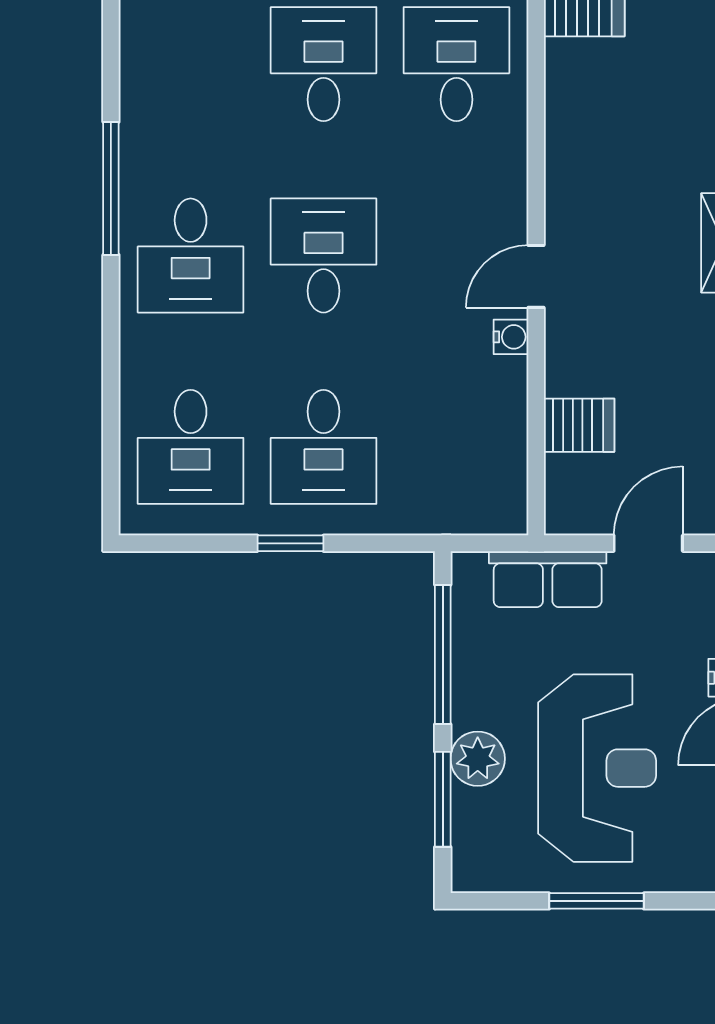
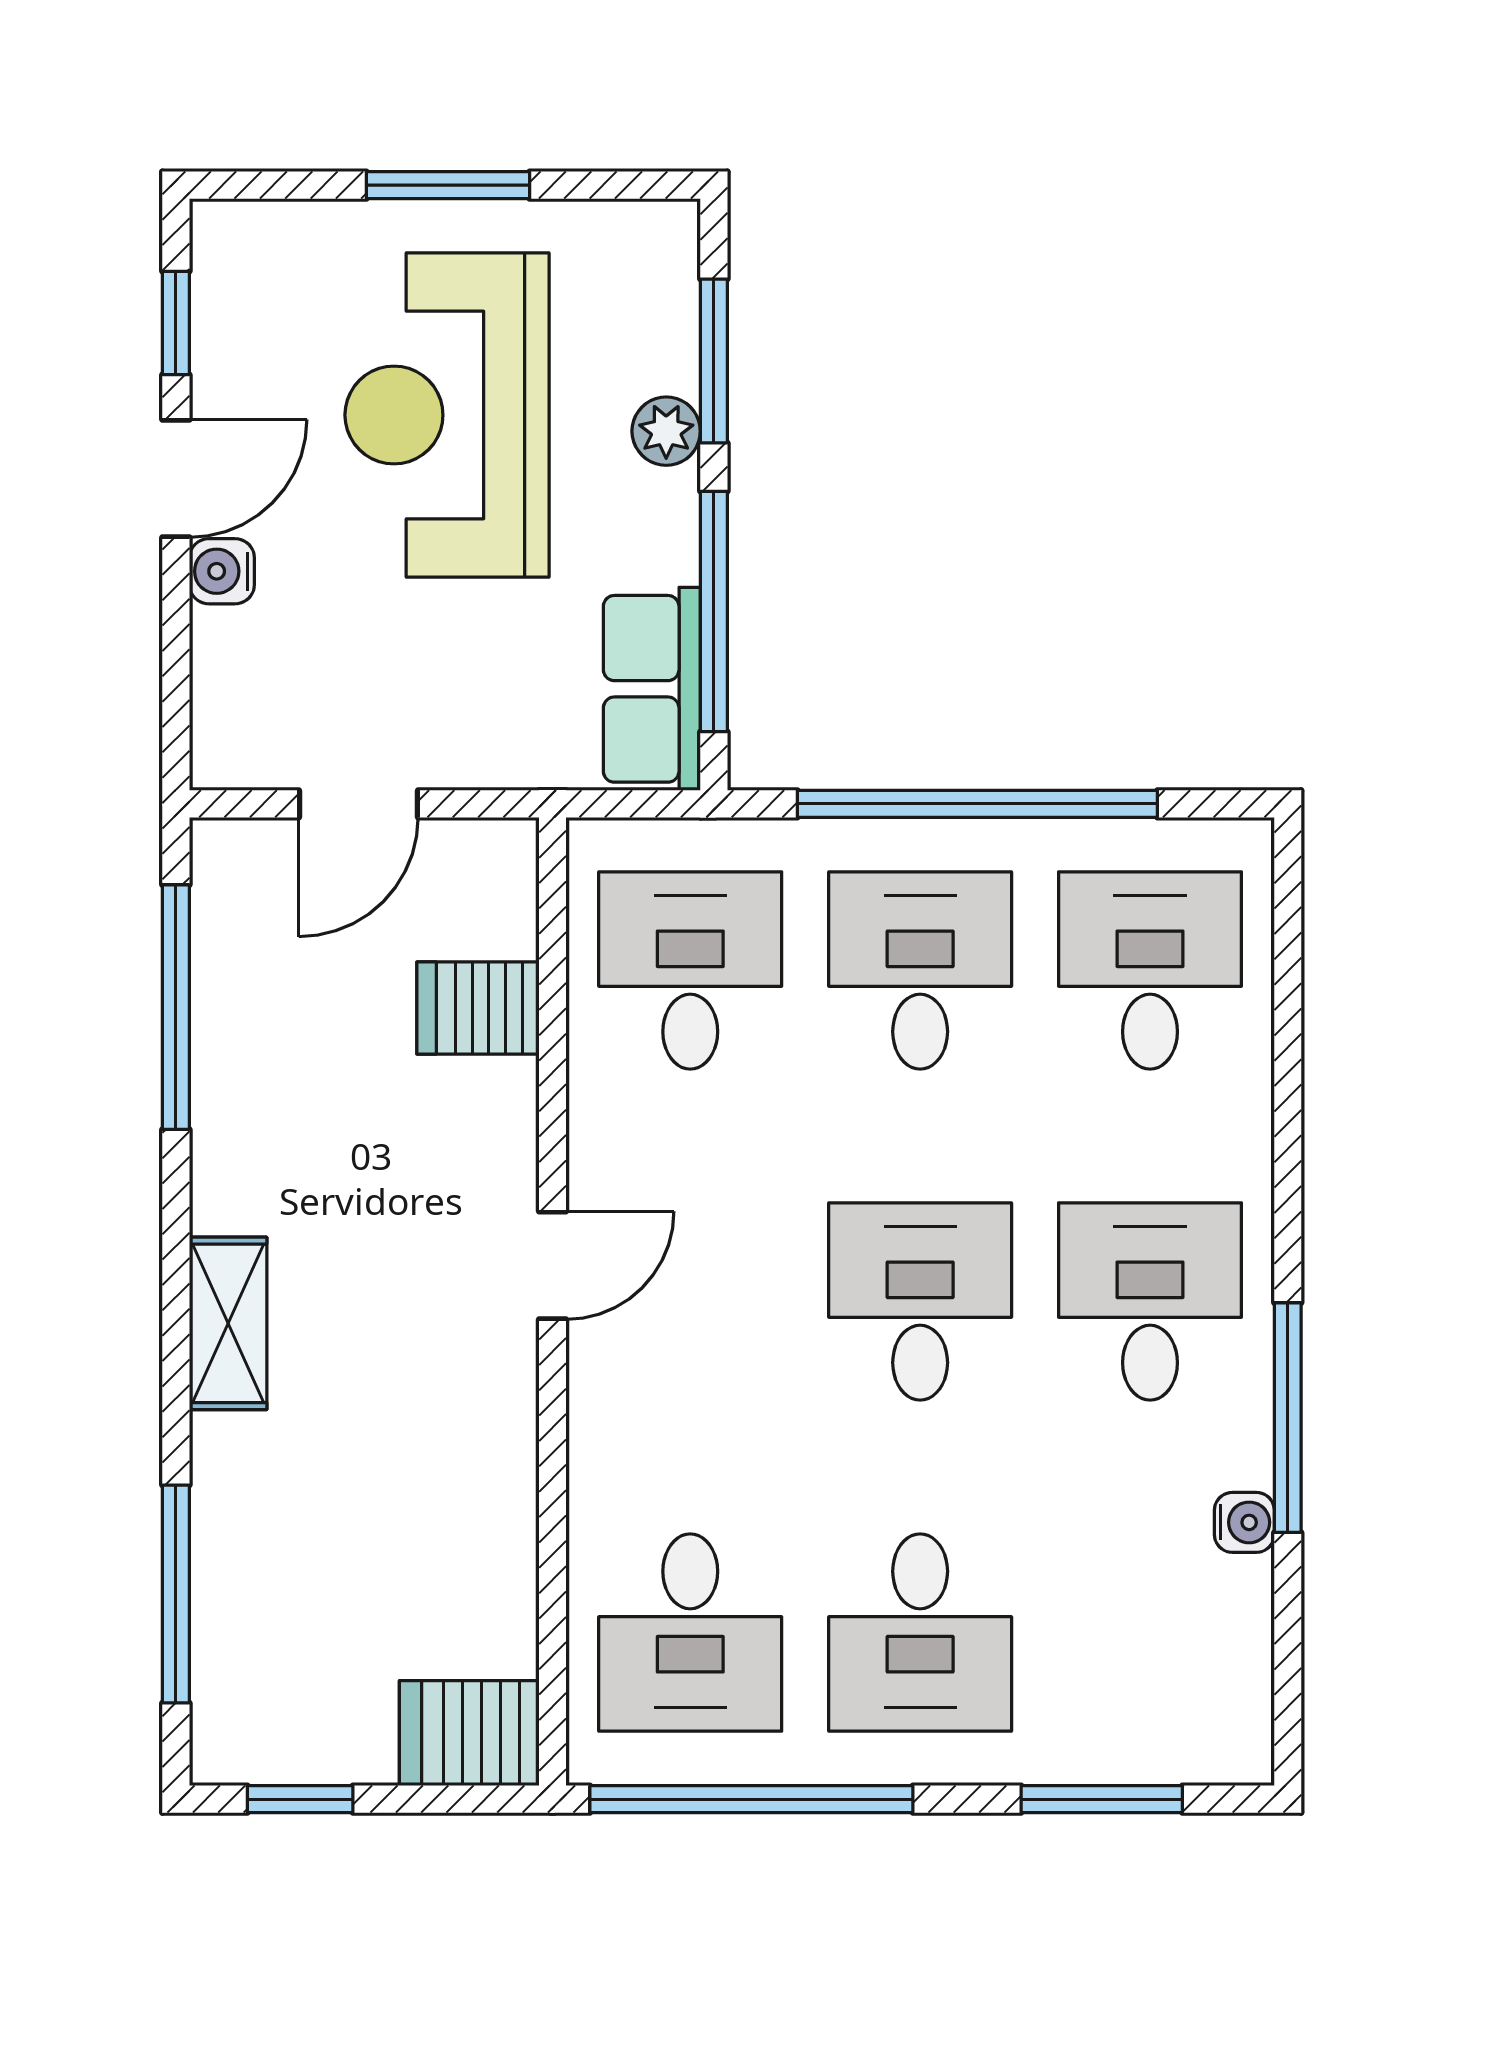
desk: (324, 256) -> (920, 1302), turned 180
water cooler: (511, 337) -> (1244, 1522), moved, turned 180
desk: (456, 447) -> (690, 970), added
window: (290, 543) -> (977, 804), width x3.17
row of seats: (548, 579) -> (652, 689), moved, turned -90
plant: (478, 759) -> (666, 431), width x0.73, depth x0.73

